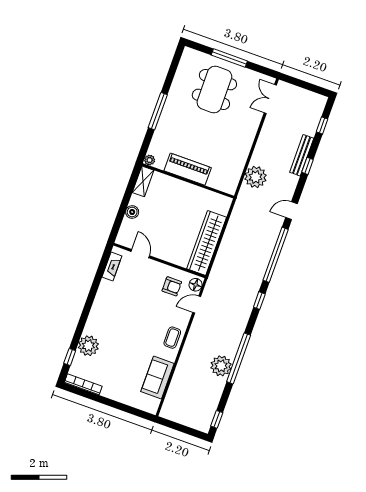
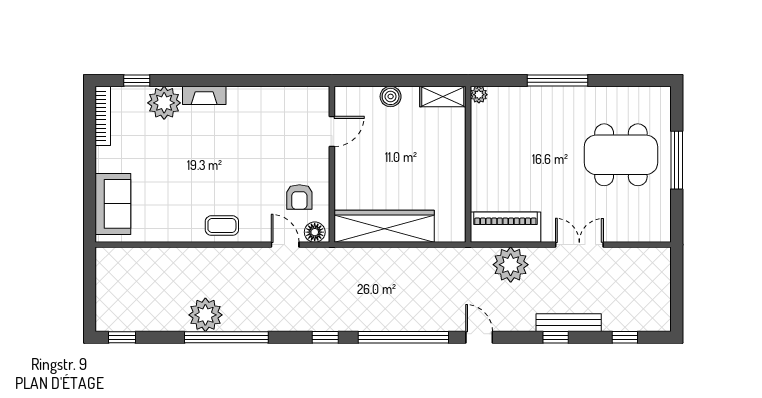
double door: (270, 99) -> (579, 245), moved
piano: (188, 169) -> (505, 227), moved, turned -90
fireplace: (112, 267) -> (204, 95), moved
sofa: (157, 378) -> (113, 204), moved, turned 90

